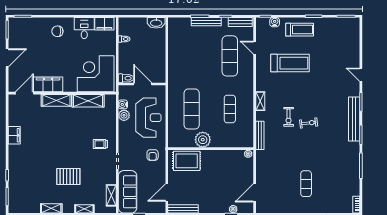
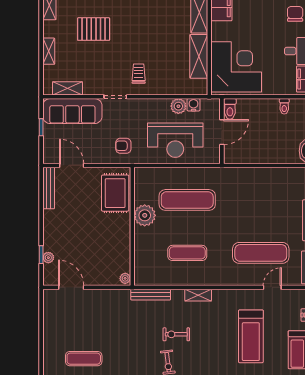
pallet: (68, 177) -> (94, 29), turned 90

